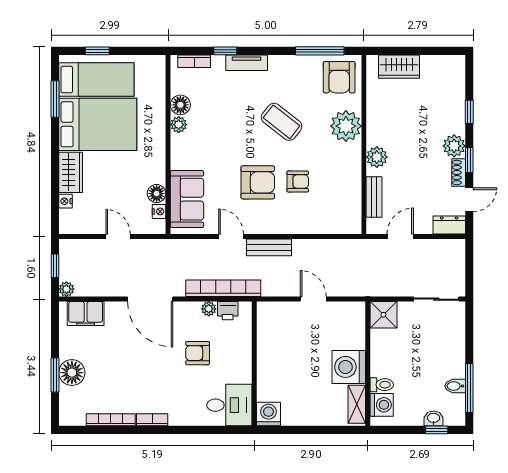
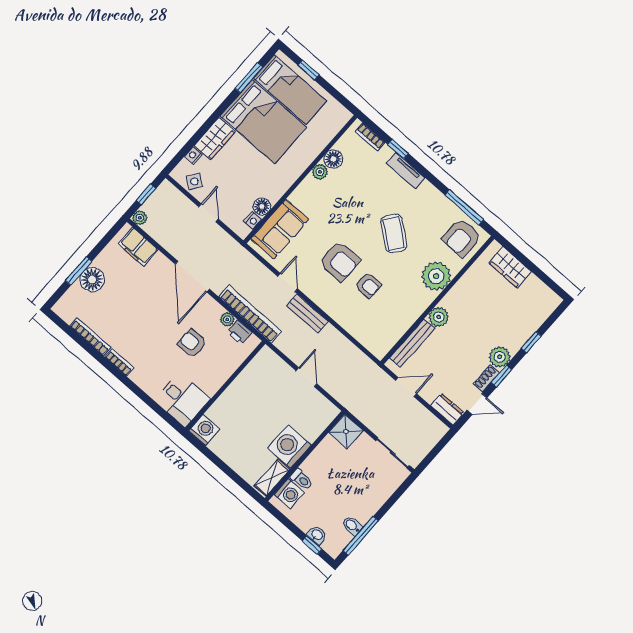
bench: (374, 197) -> (412, 343), width x1.36
side table: (85, 221) -> (194, 181), added

